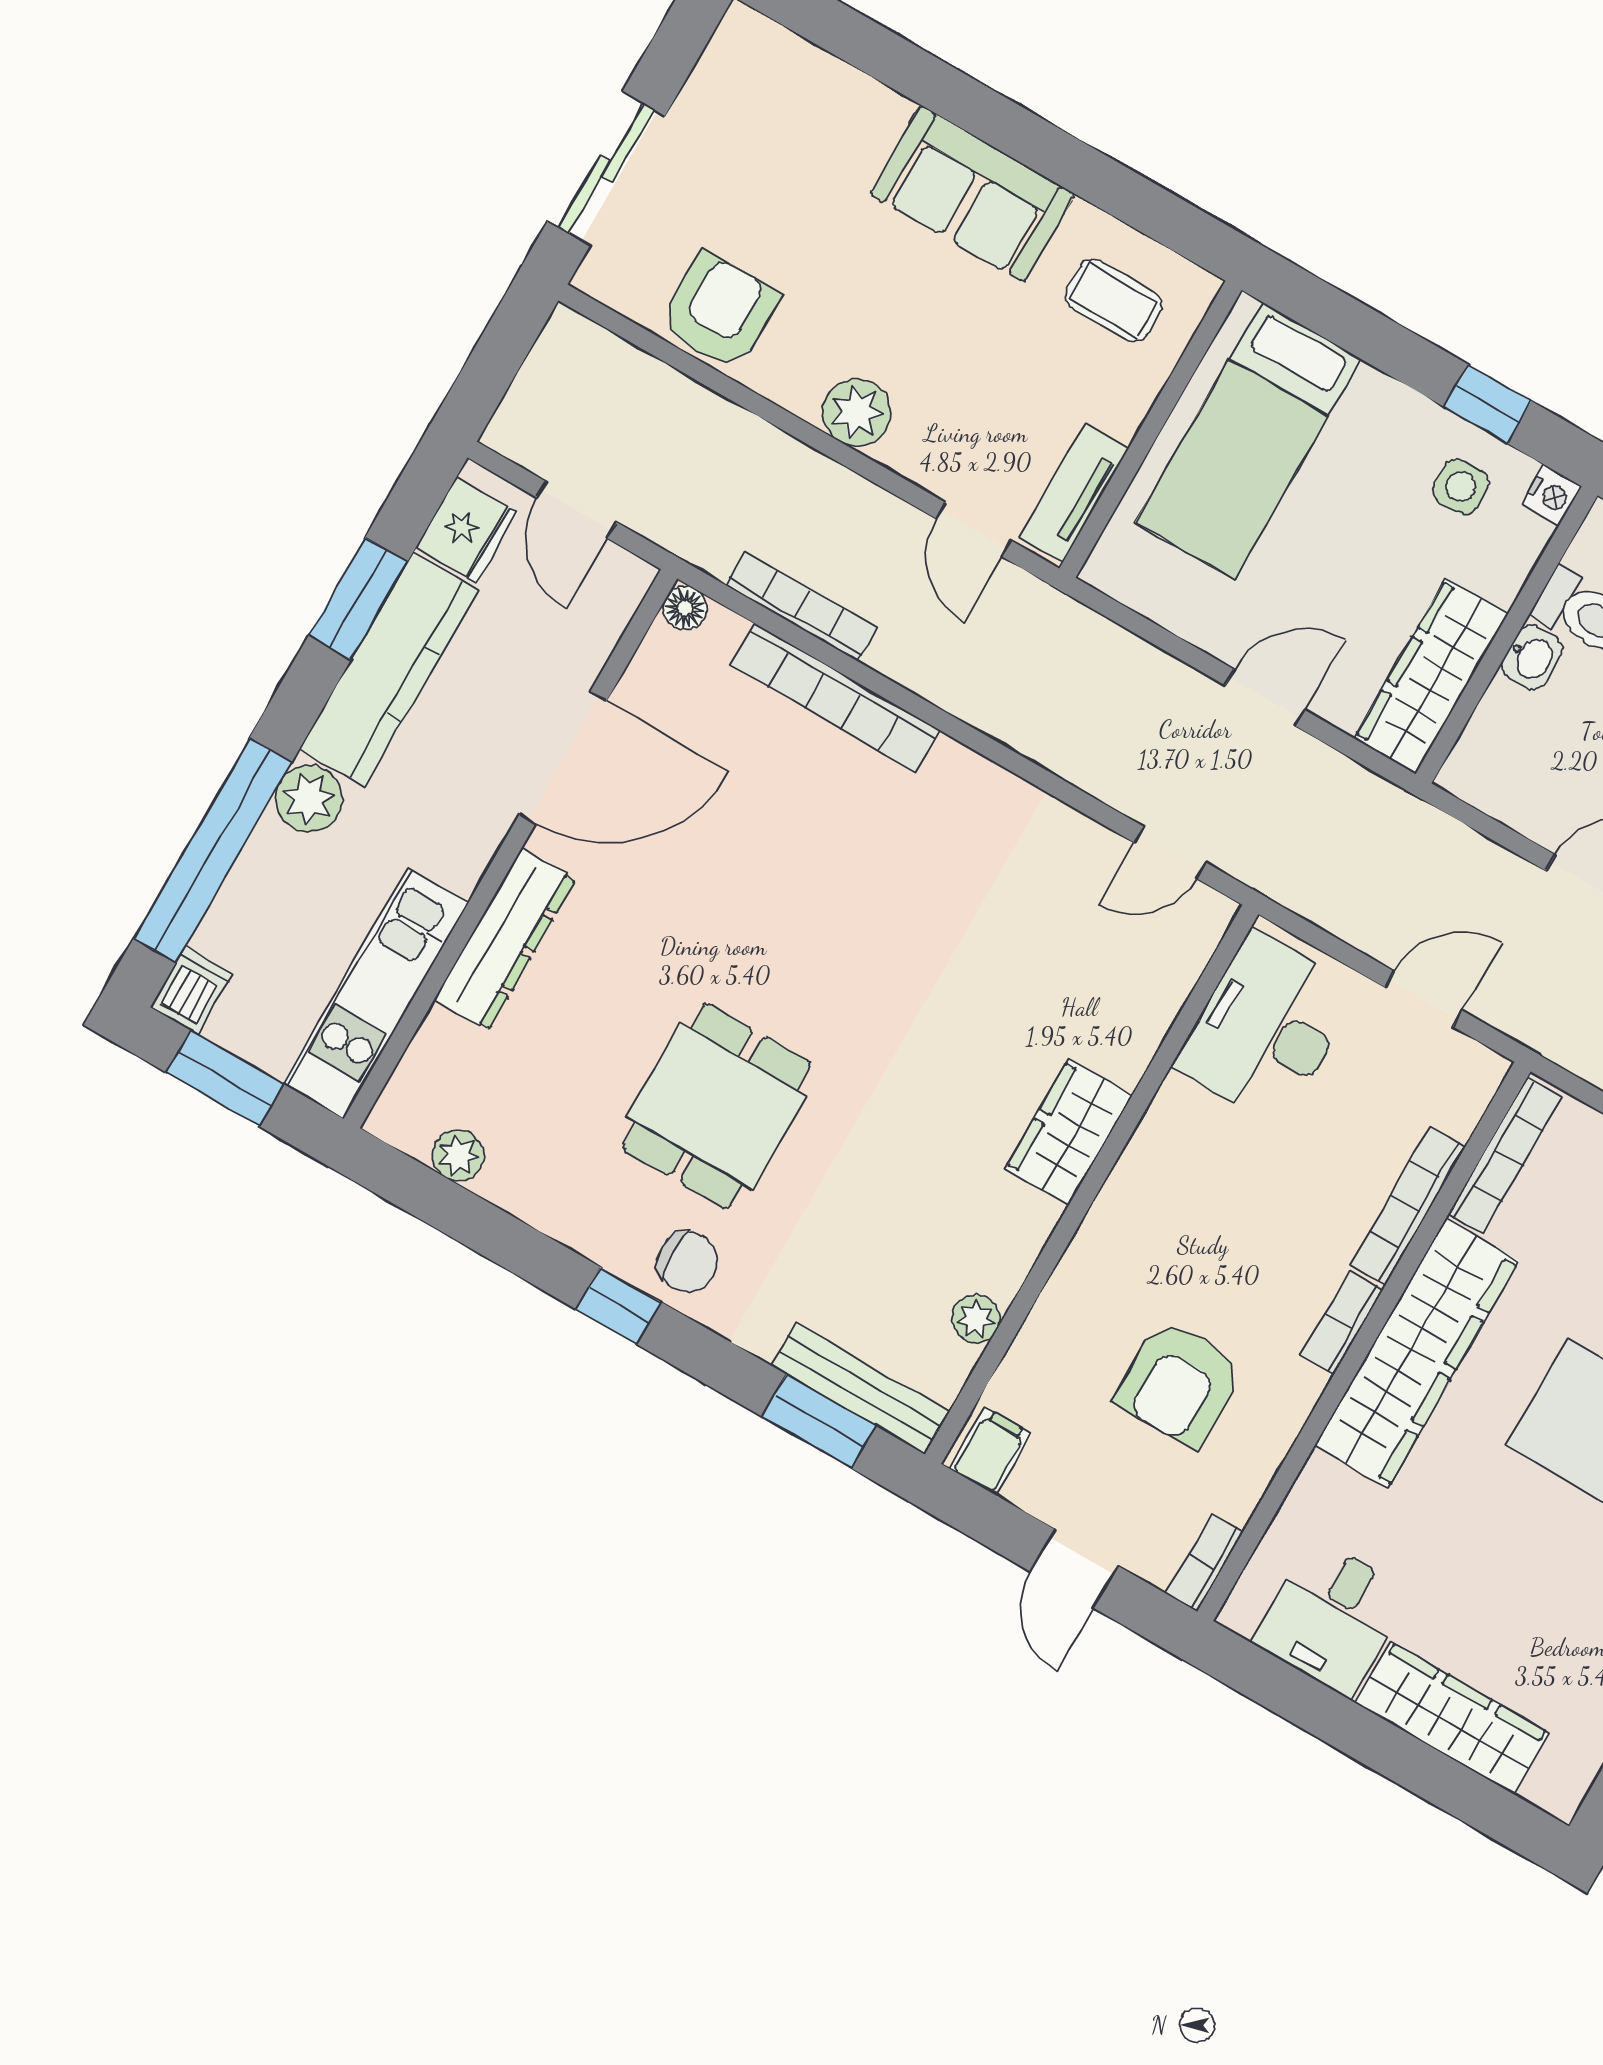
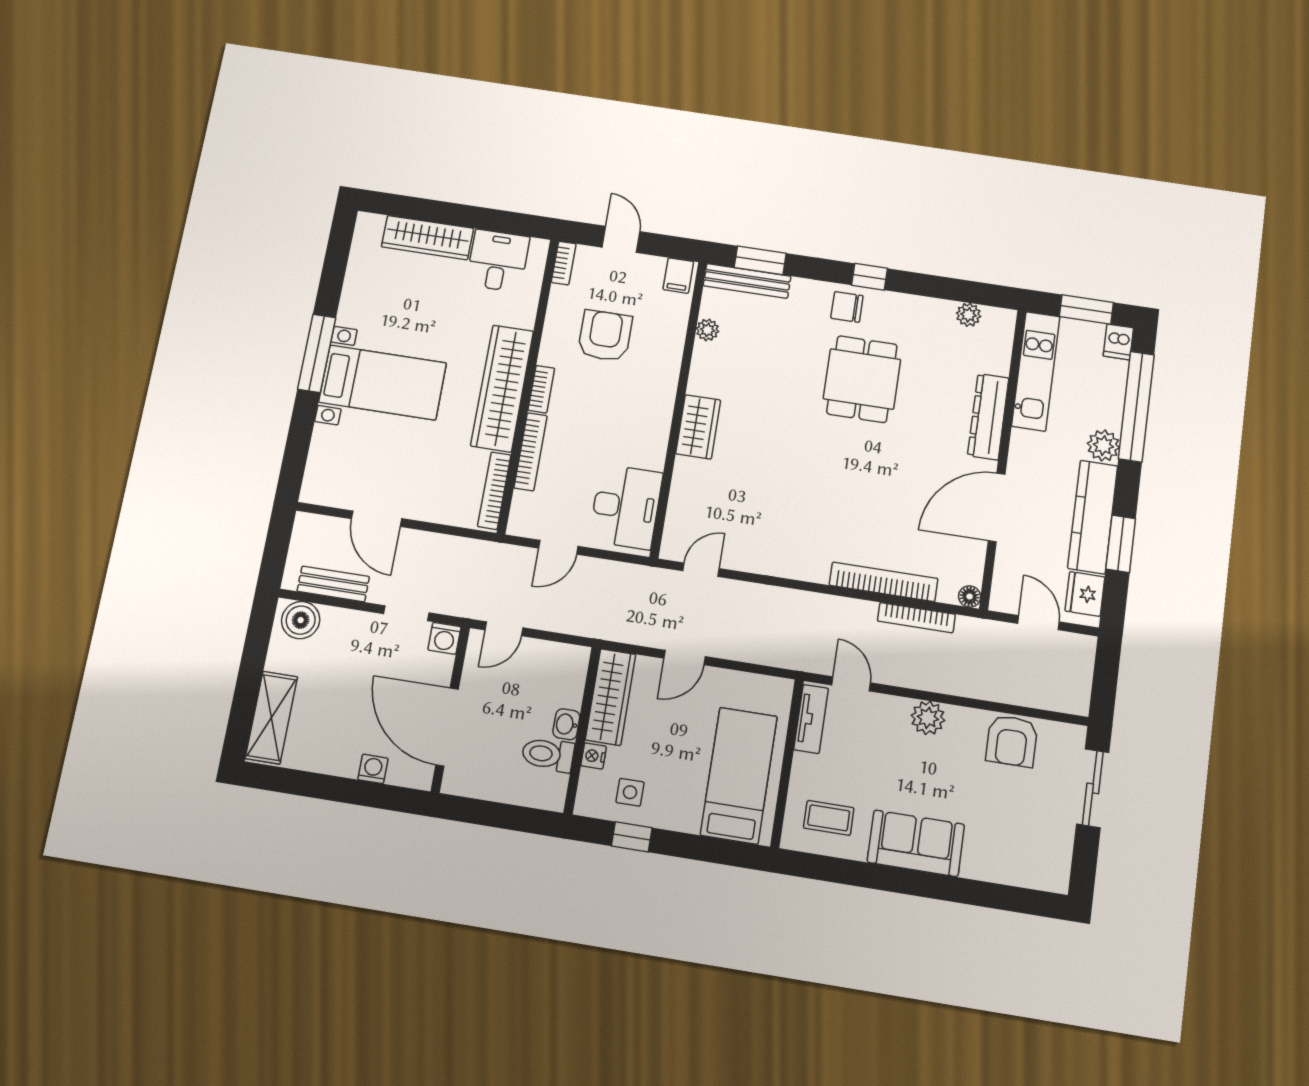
nightstand: (1551, 495) -> (594, 756), moved

